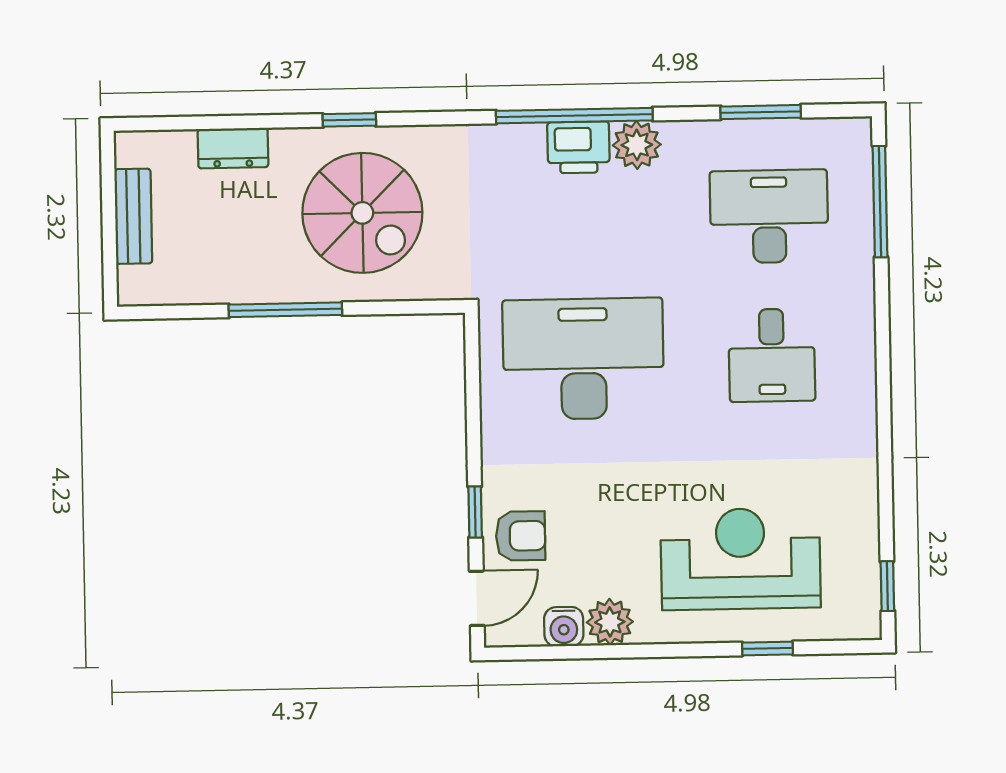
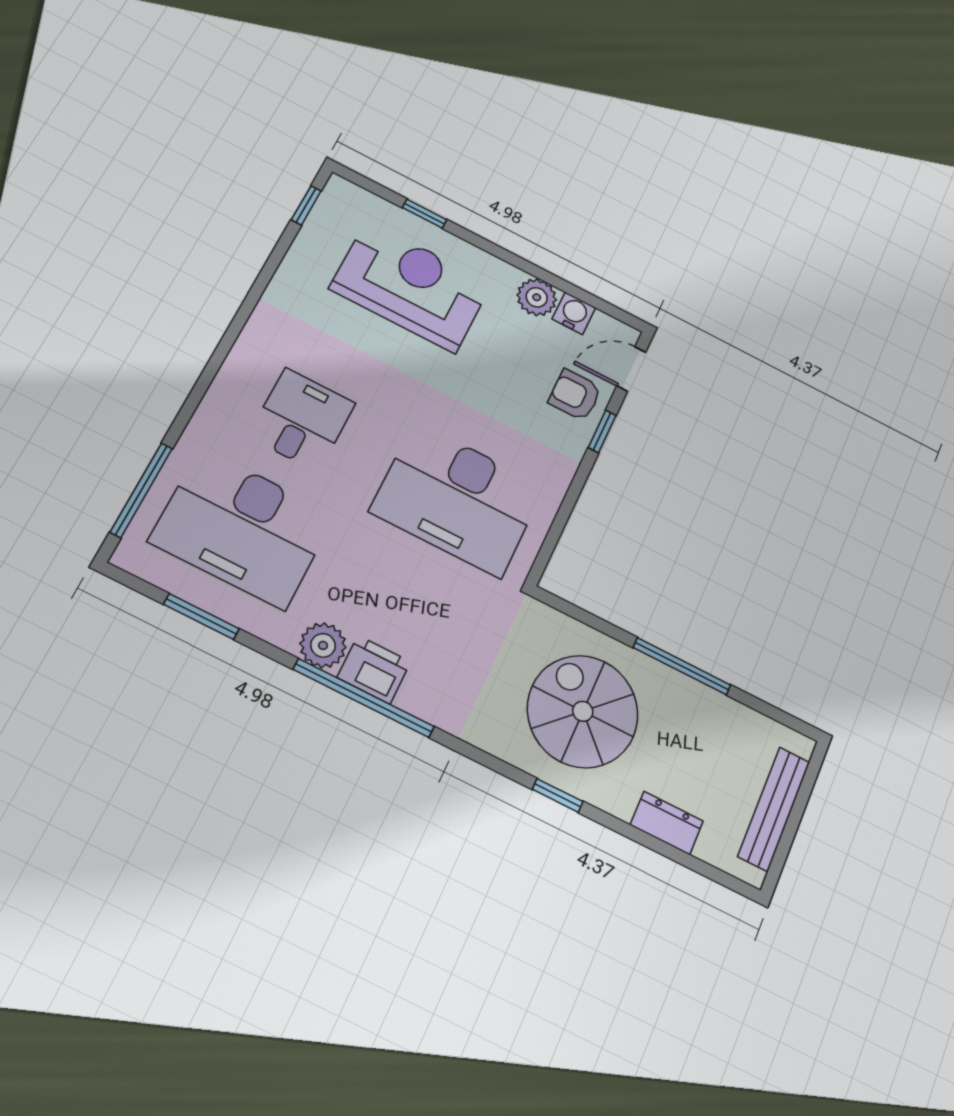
bench: (133, 216) -> (774, 809), width x1.36
desk: (769, 216) -> (243, 528), width x1.36, depth x1.30
reception desk: (741, 559) -> (411, 286), turned 180

